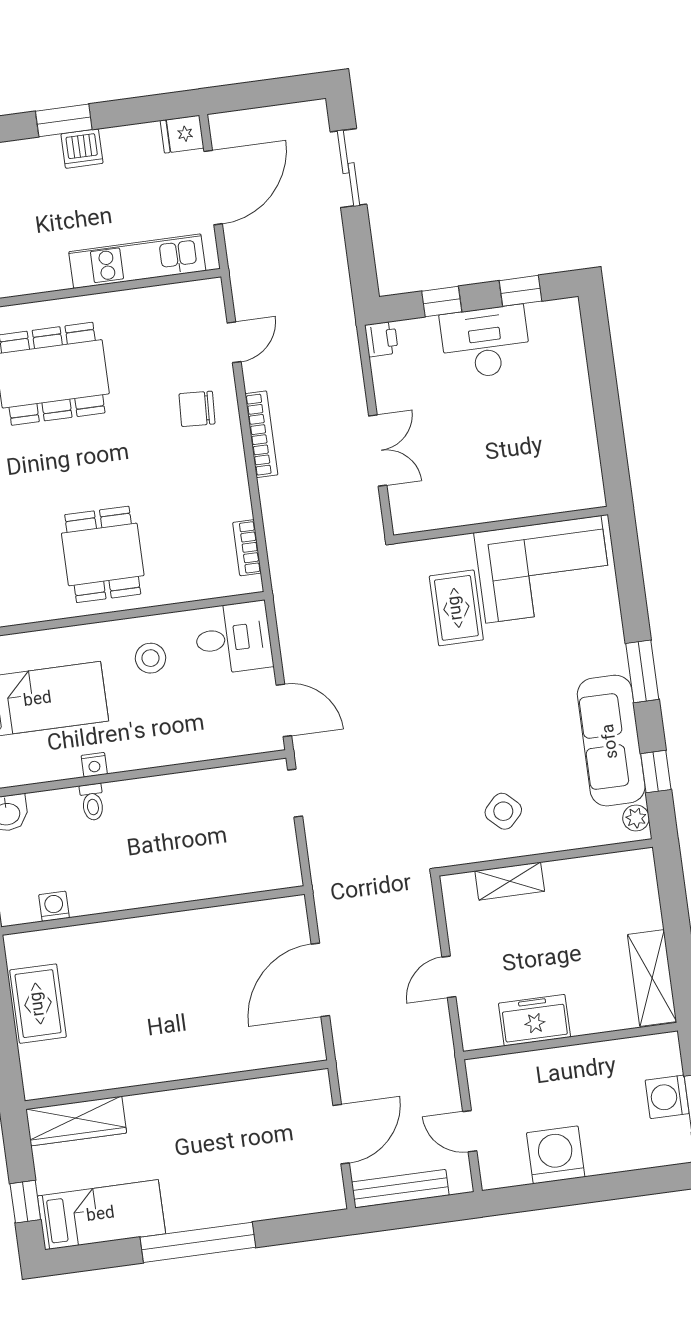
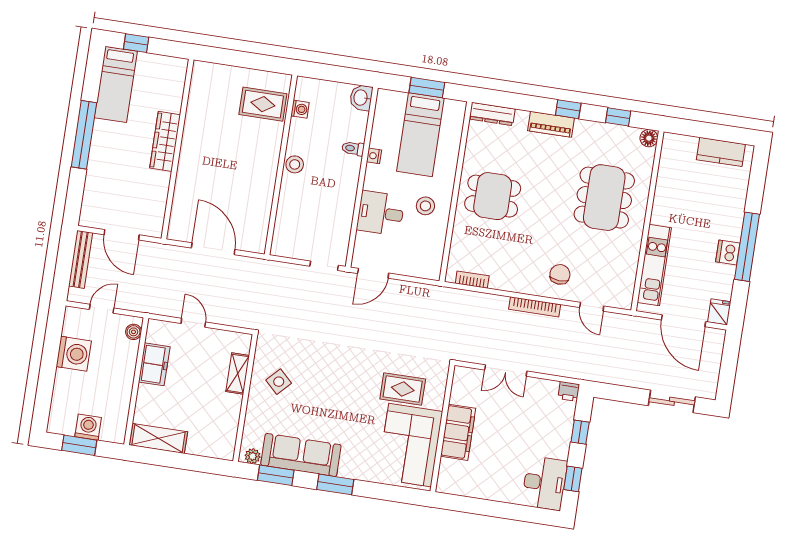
window: (64, 120) -> (747, 247), width x2.11
desk: (485, 342) -> (544, 483), moved
filing cabinet: (500, 498) -> (458, 432), added
desk: (233, 638) -> (381, 213), moved, turned 90
window: (656, 772) -> (276, 475), width x1.50
stool: (146, 889) -> (295, 164), added
rug: (38, 1004) -> (263, 104), moved
boiler: (492, 1069) -> (134, 332), added
wardrobe: (76, 1121) -> (165, 141), moved

